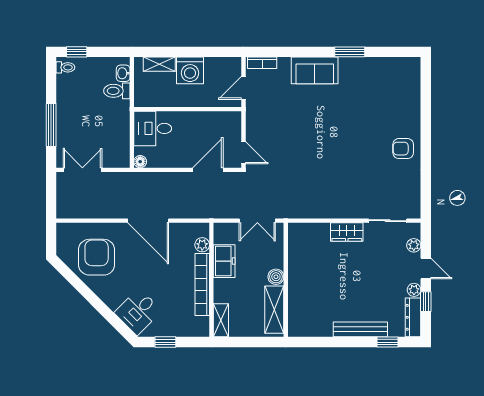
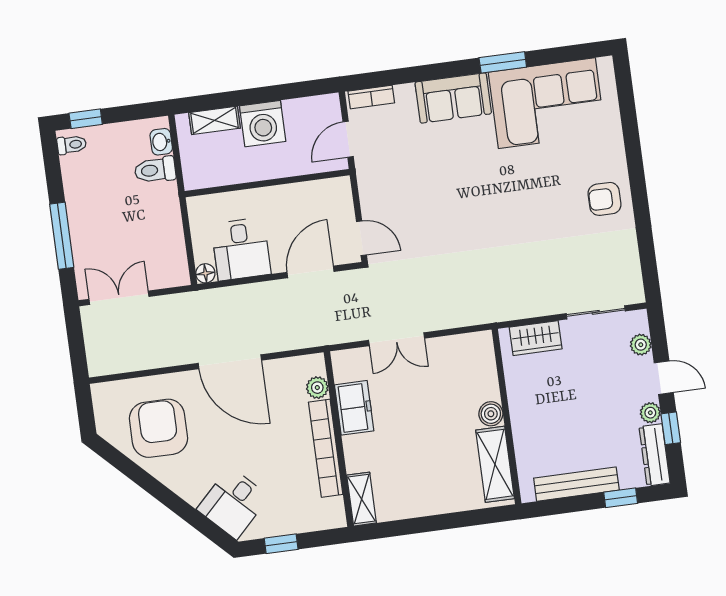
corner sofa: (374, 82) -> (547, 103), added
desk: (153, 128) -> (241, 249), moved, turned -90
boiler: (276, 277) -> (491, 414), moved
wall: (286, 280) -> (507, 416), moved
shelving: (274, 310) -> (495, 464), moved

